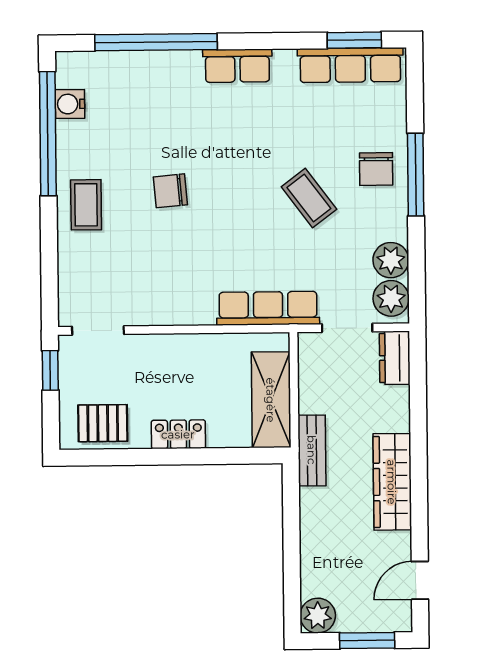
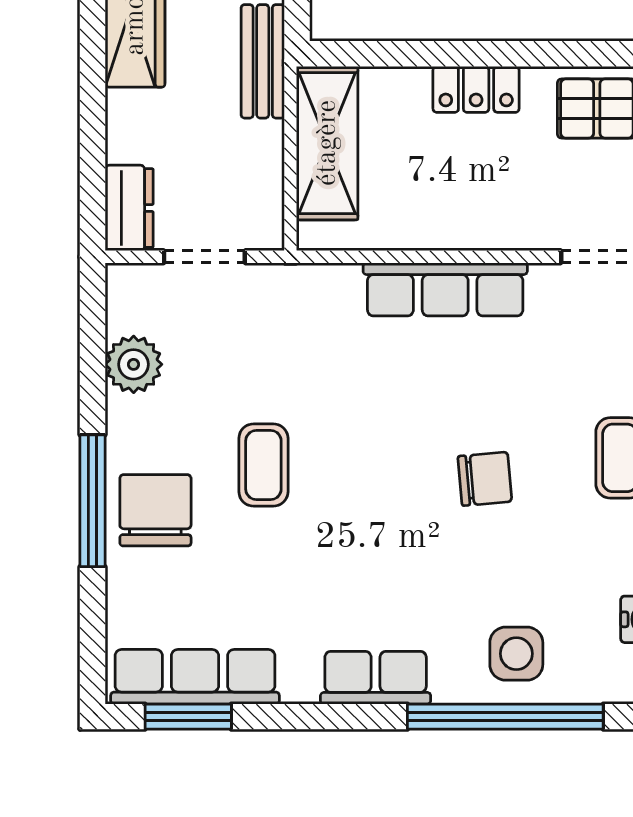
side table: (150, 82) -> (516, 654), added
chair: (376, 169) -> (155, 510), width x1.37, depth x1.37
coffee table: (309, 198) -> (263, 465), turned 37
plant: (391, 298) -> (134, 303), removed
row of seats: (268, 308) -> (445, 289), moved

